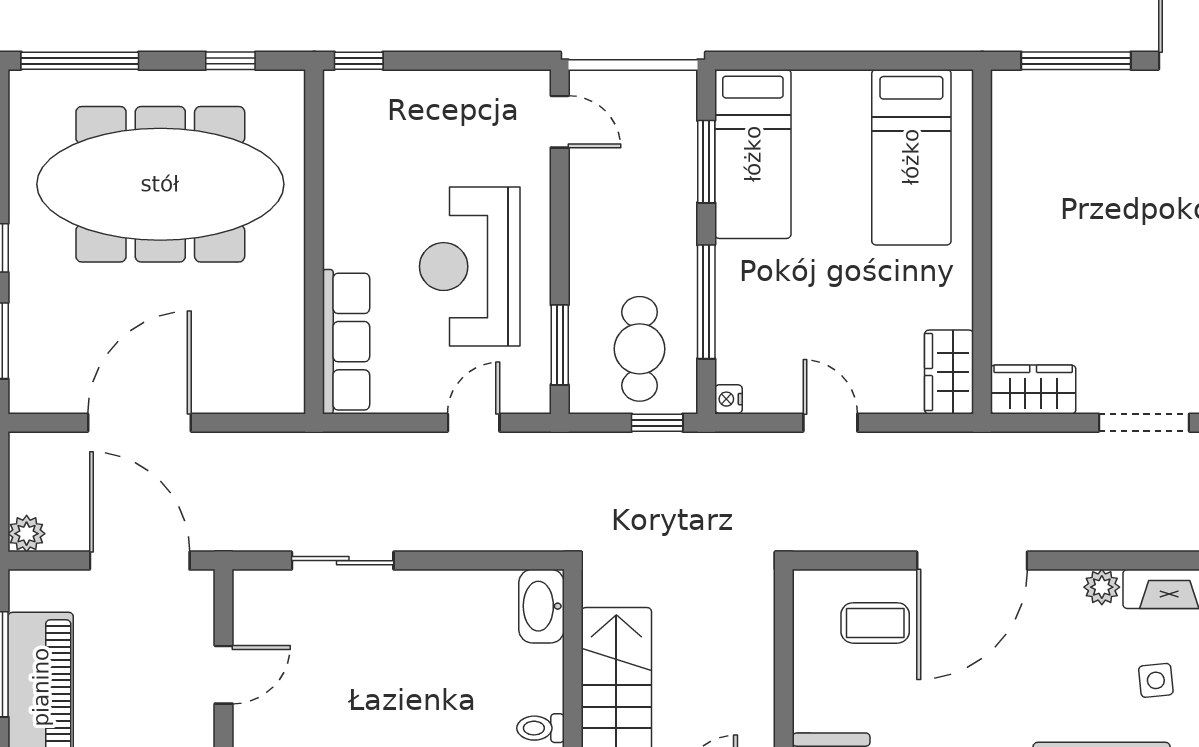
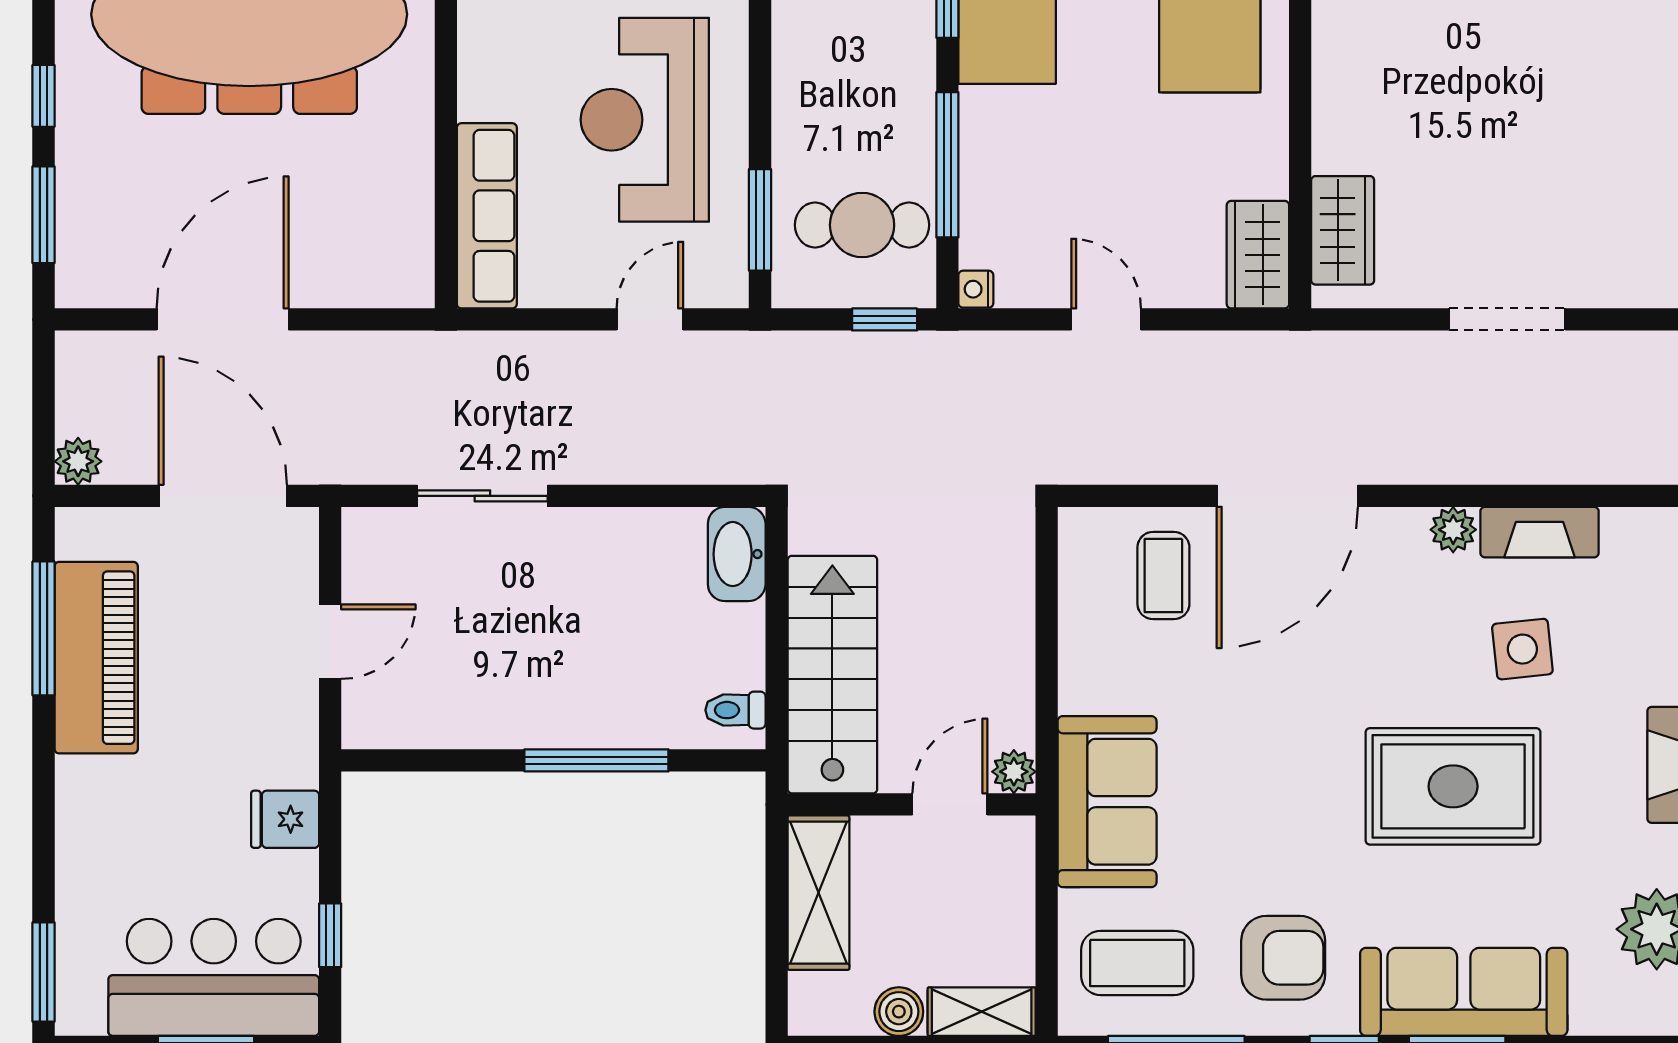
cafe table: (640, 349) -> (862, 225), turned 90
wardrobe: (1033, 389) -> (1343, 230), moved, turned 90
coffee table: (875, 623) -> (1163, 576), turned 90
side table: (1156, 680) -> (1522, 649), width x1.37, depth x1.37

